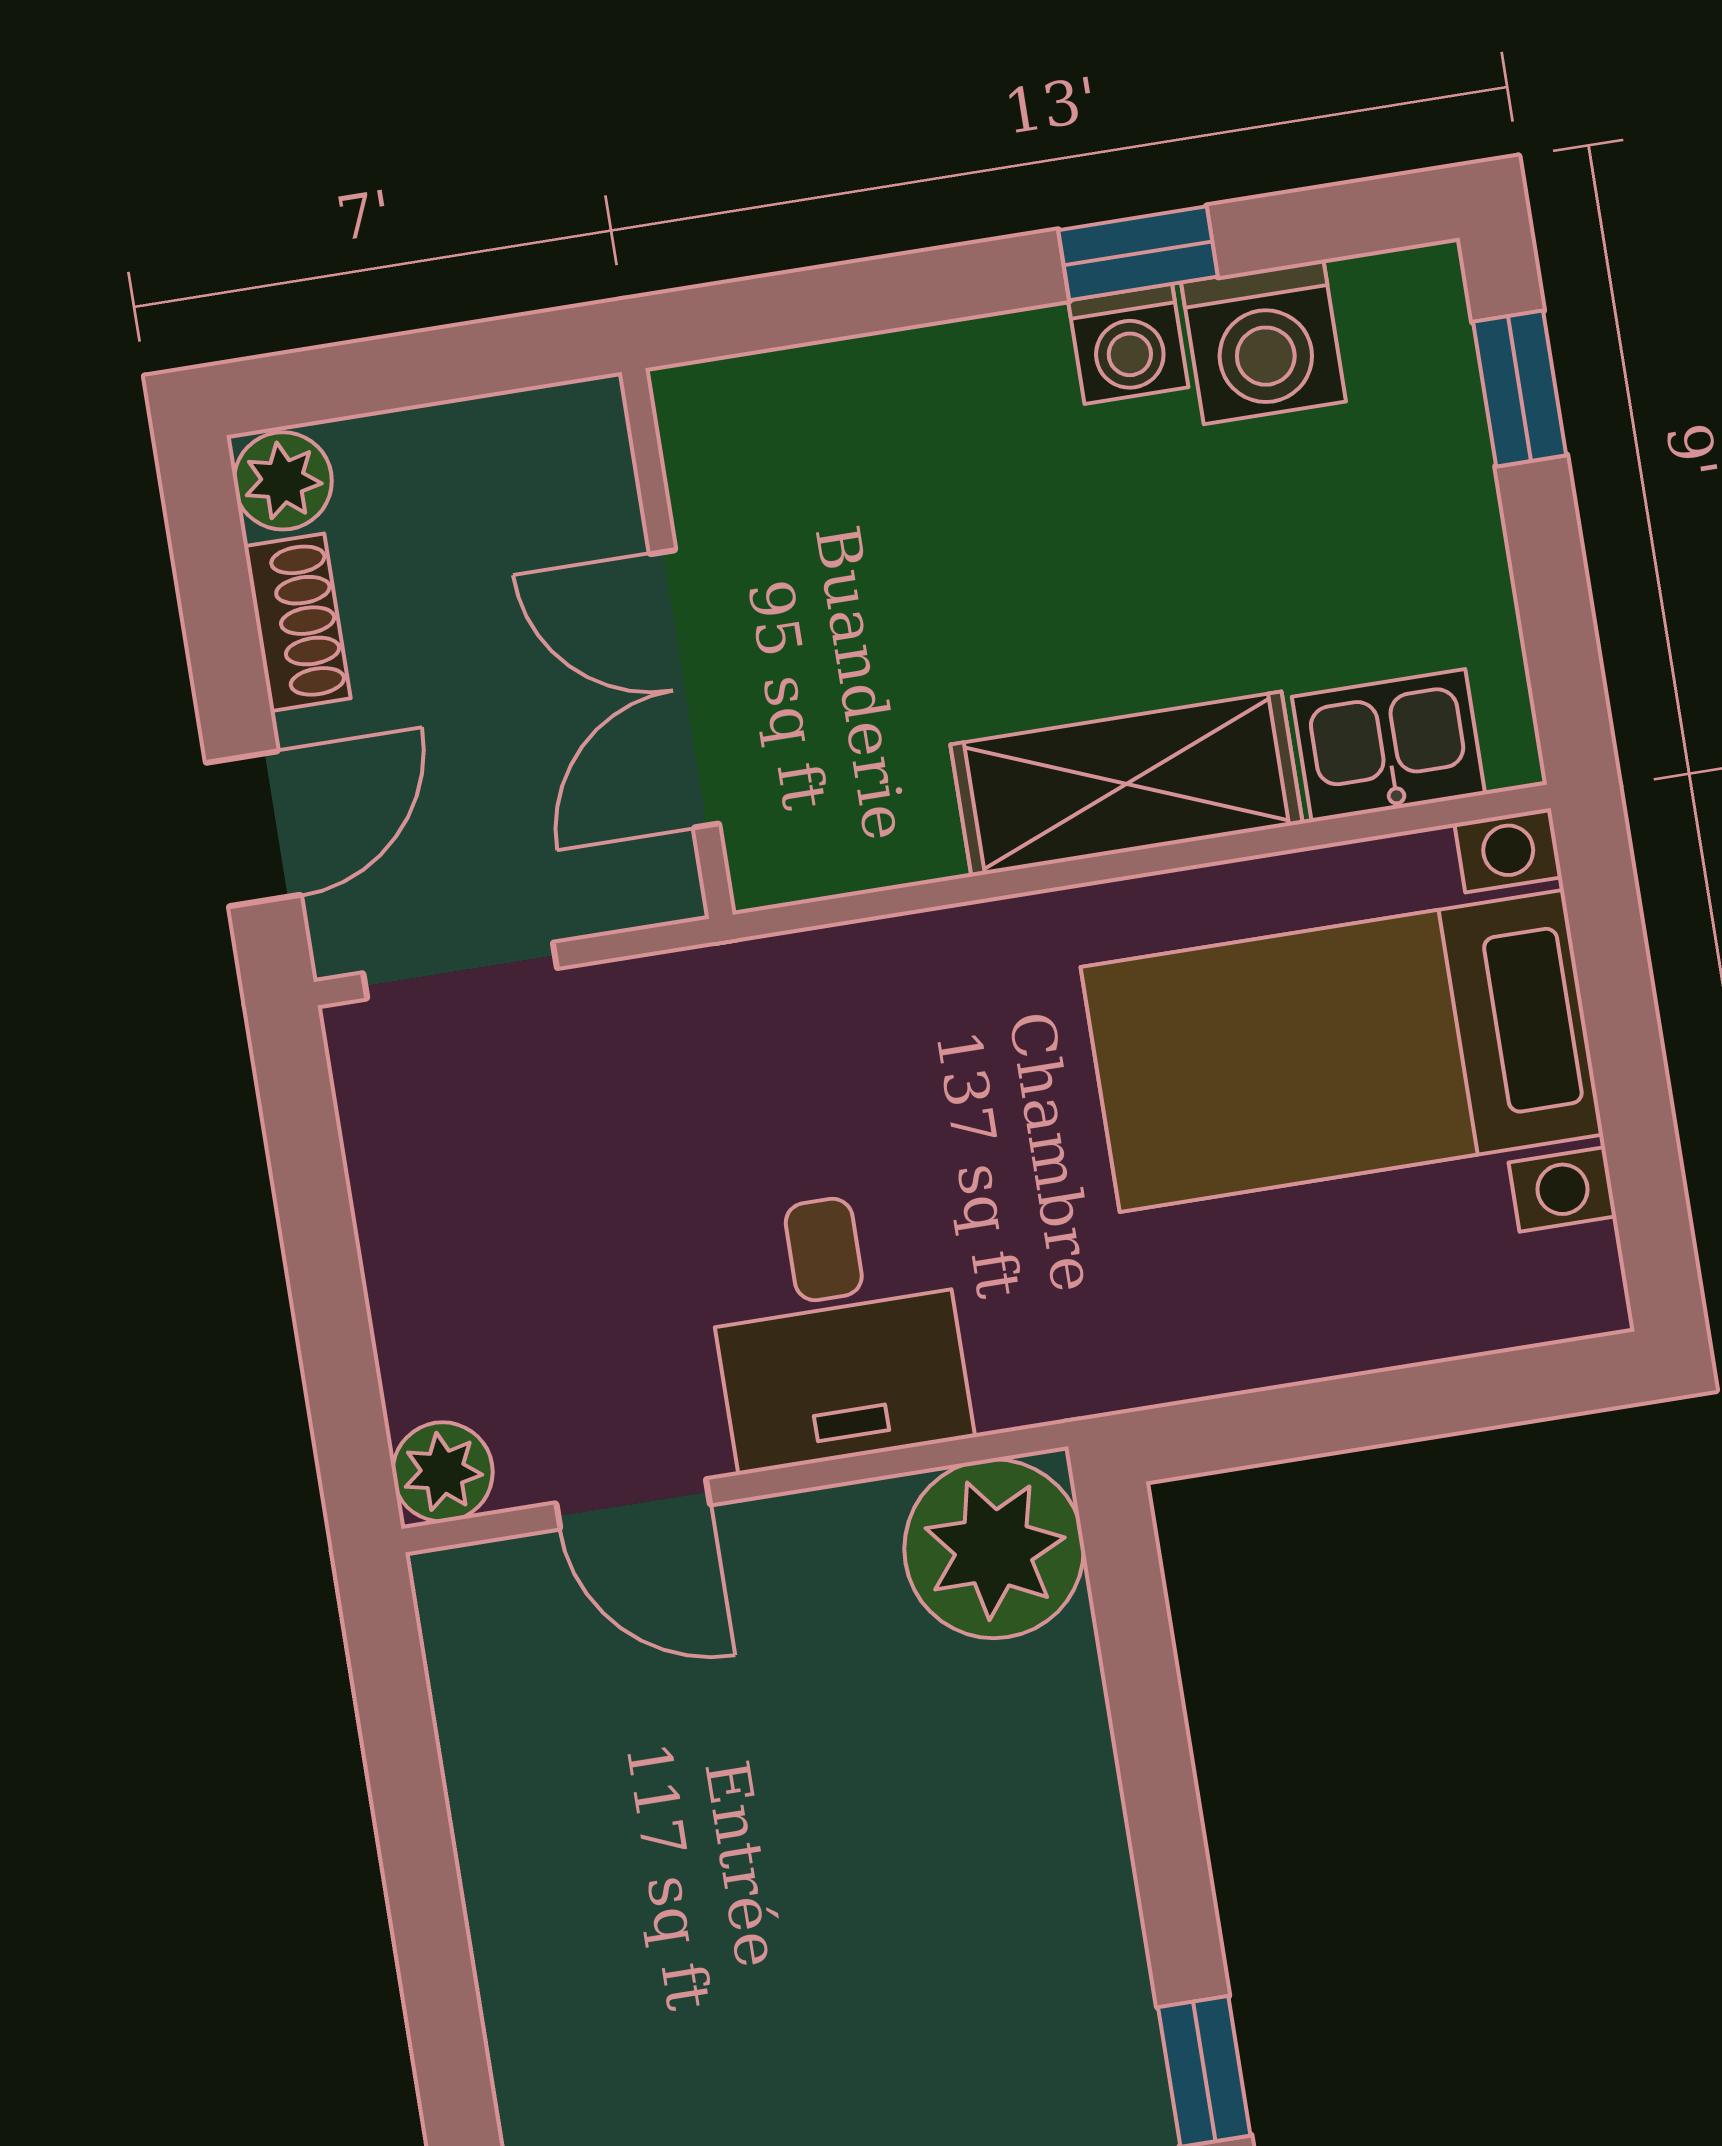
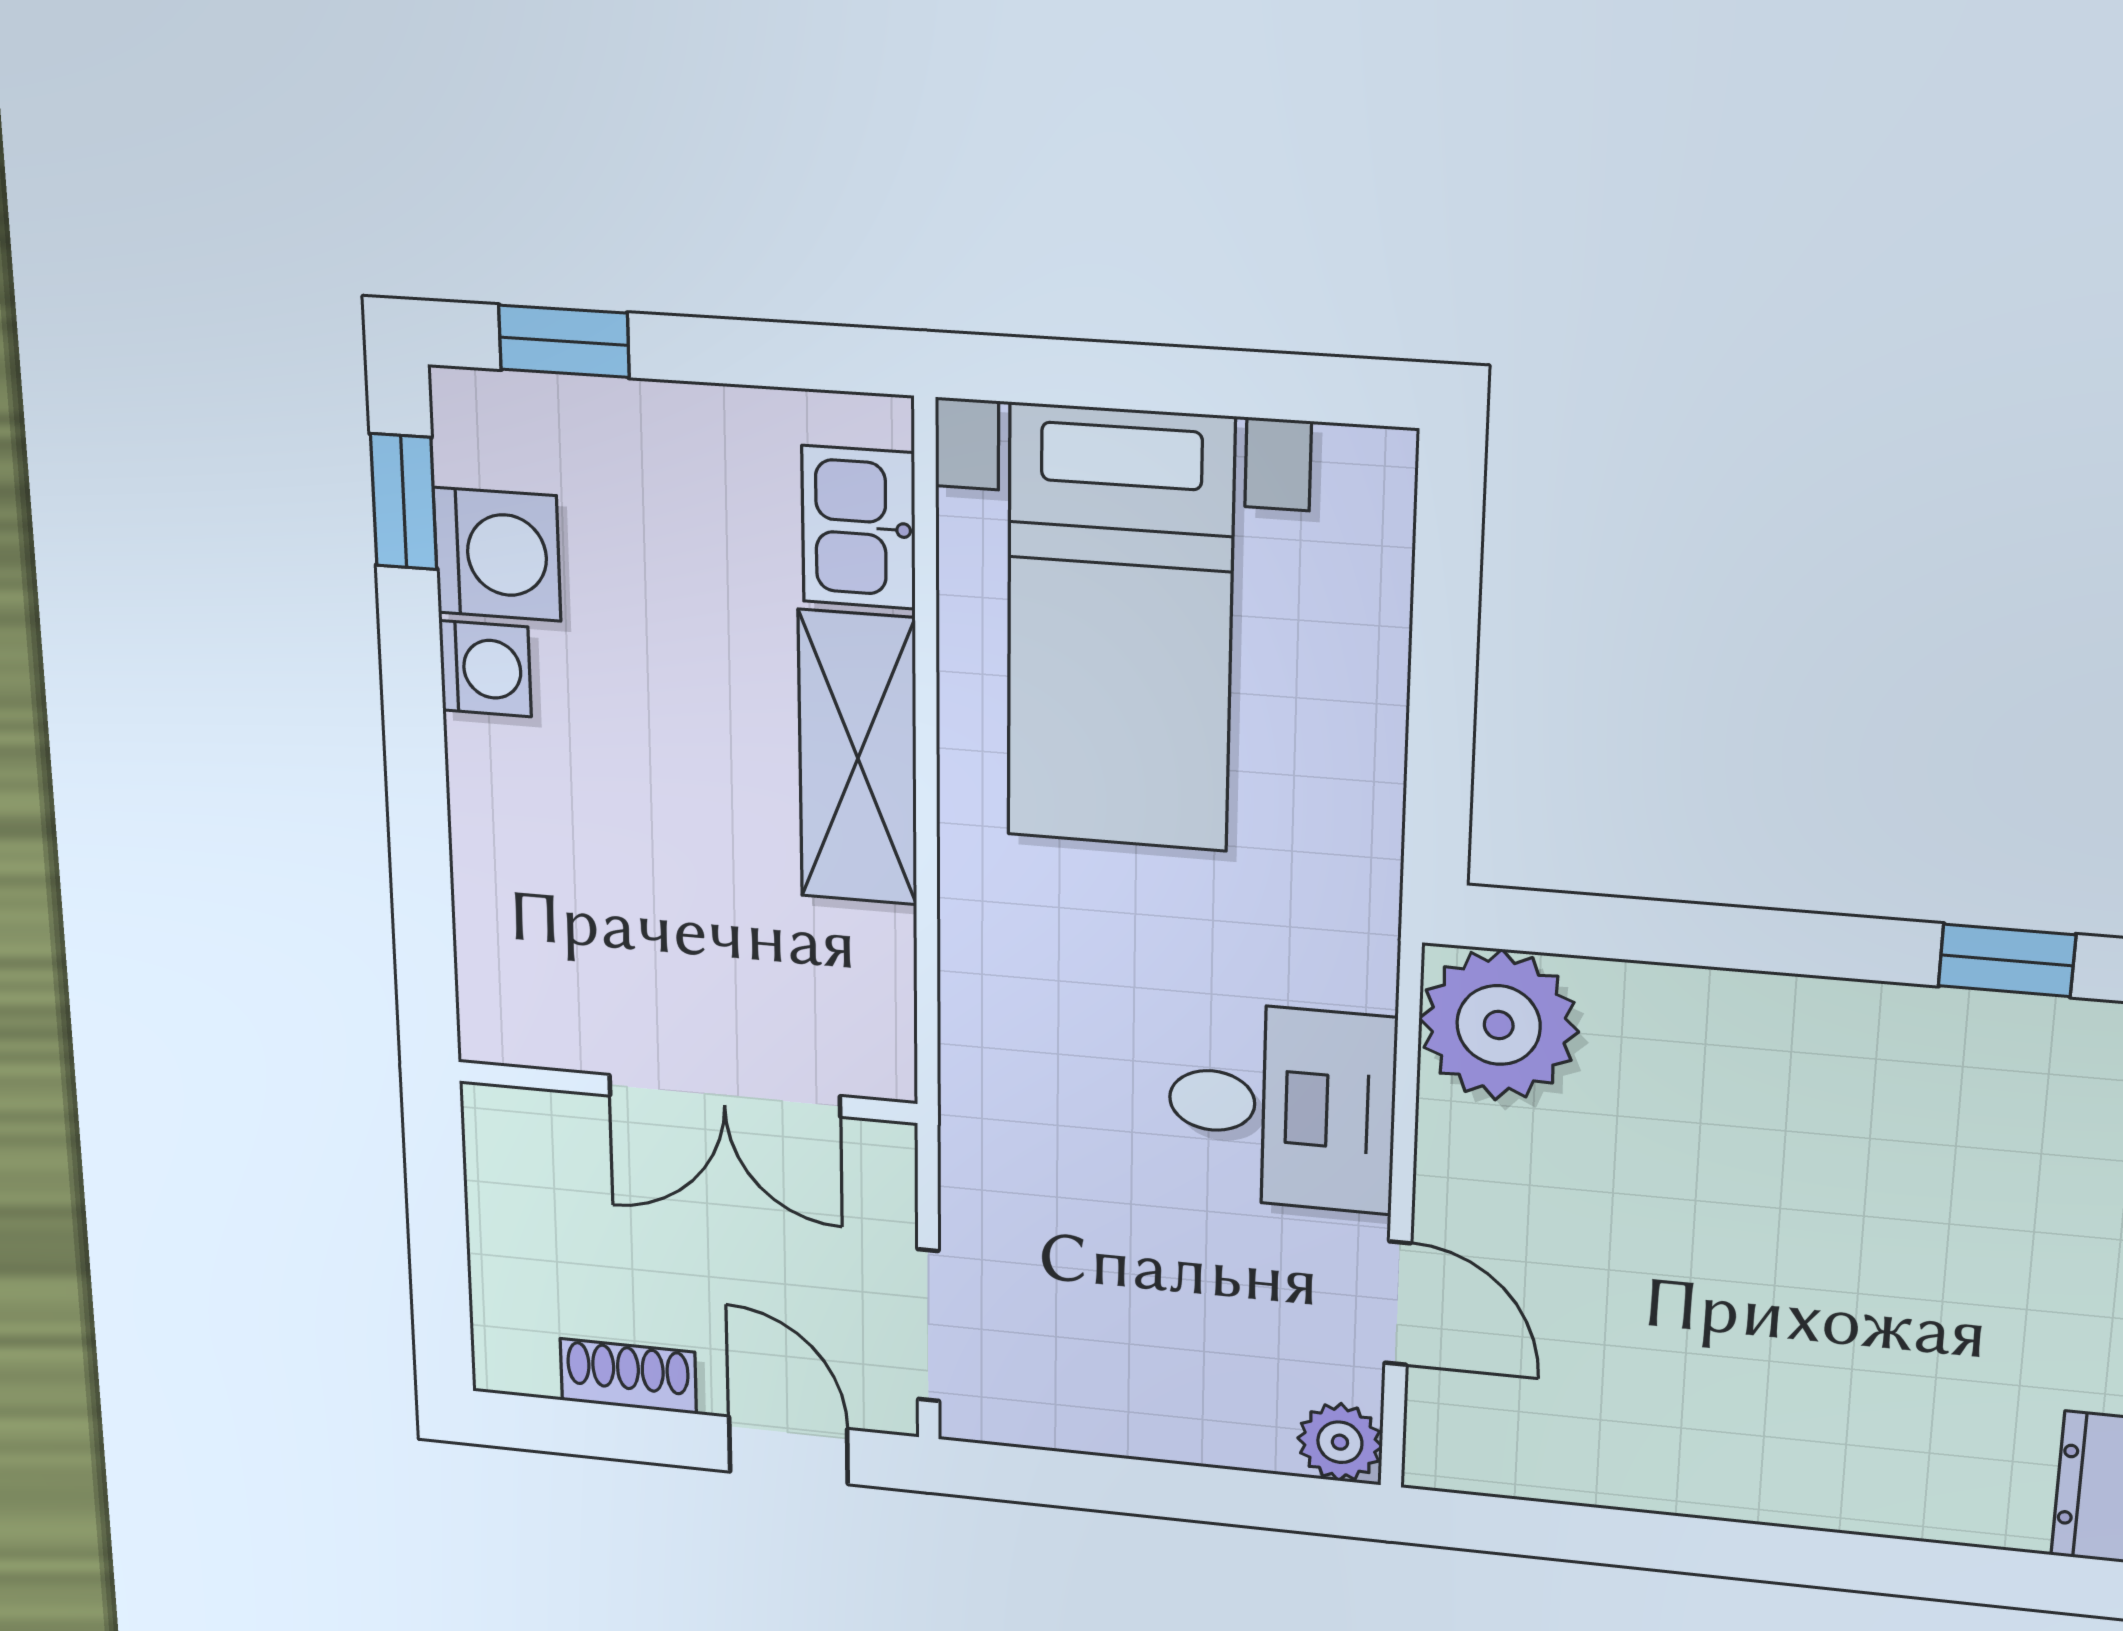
window: (1138, 253) -> (404, 502), moved
plant: (283, 481) -> (514, 1358), removed
door: (633, 1504) -> (1398, 1303), hinge flipped

